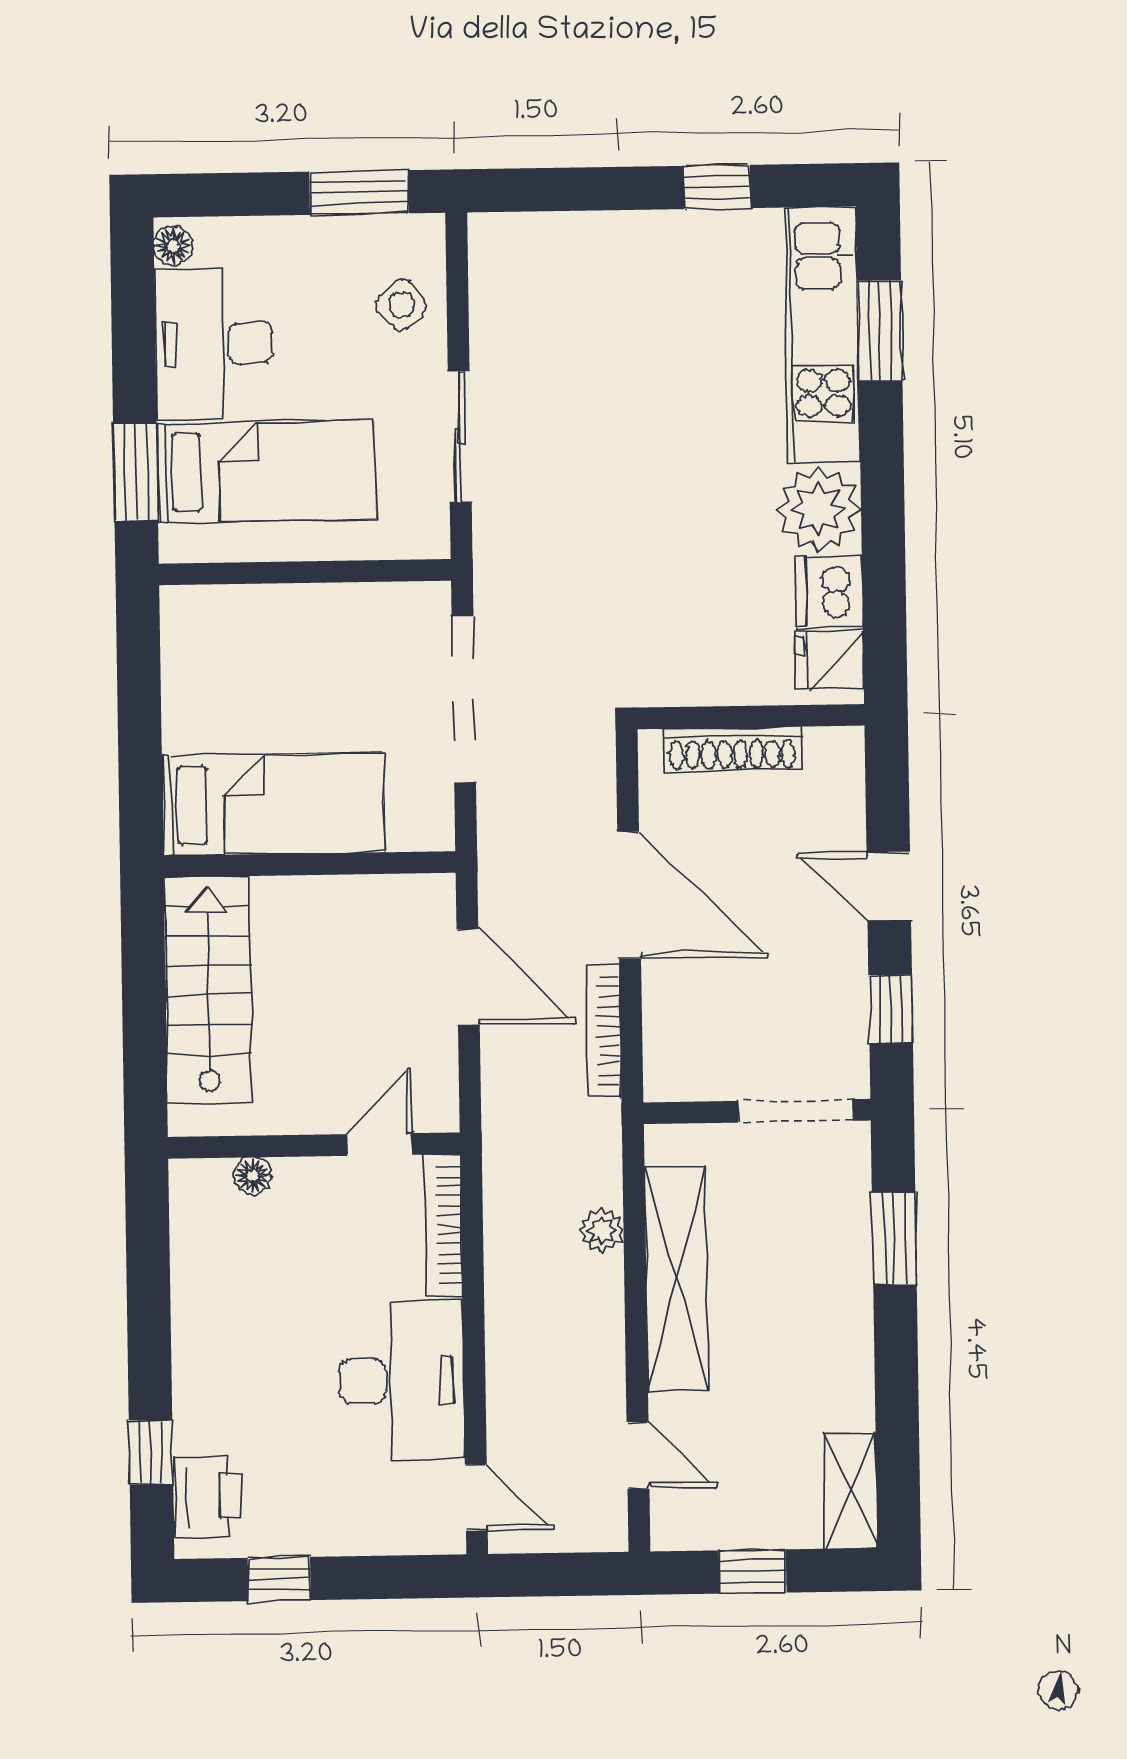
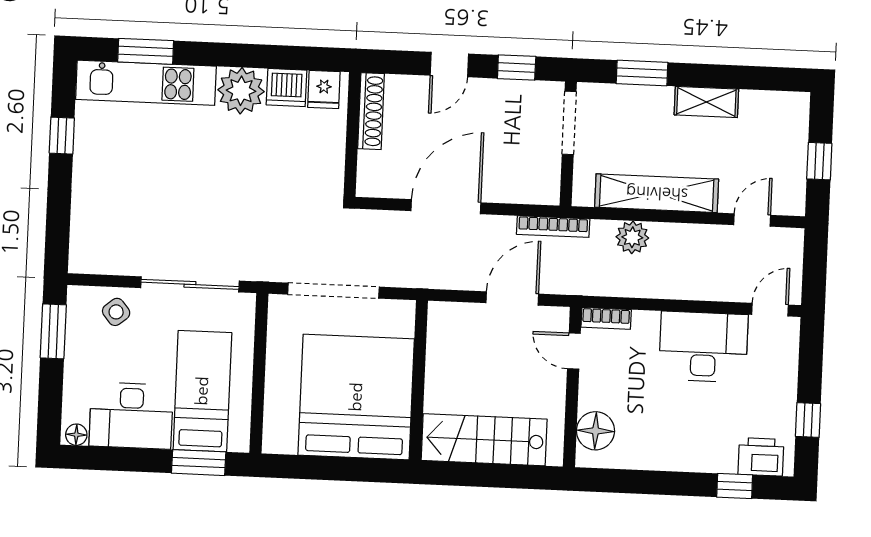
sliding door: (460, 437) -> (190, 284), width x1.37
shoe rack: (733, 749) -> (371, 111), moved
bed: (273, 804) -> (356, 397), width x2.04
door: (468, 977) -> (512, 298), moved
bookcase: (604, 1031) -> (553, 227), moved
floor lamp: (253, 1176) -> (595, 431), width x1.89, depth x1.89
bookcase: (443, 1225) -> (606, 318), width x0.64
plant: (602, 1230) -> (632, 237), width x1.38, depth x1.38
shelving: (851, 1490) -> (706, 102), moved

